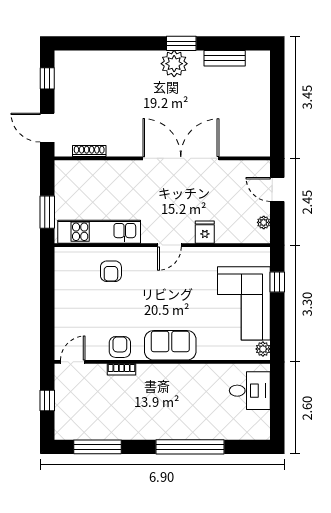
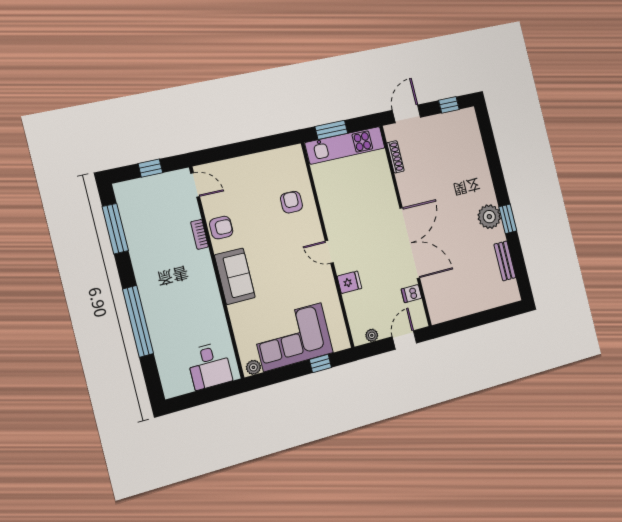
dishwasher: (233, 170) -> (411, 294), added
kitchen unit: (99, 232) -> (345, 145), moved, turned 90
armchair: (111, 271) -> (291, 202), turned 90

